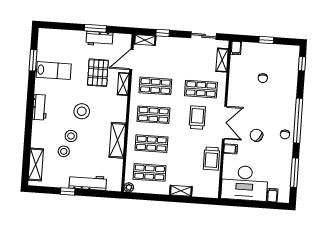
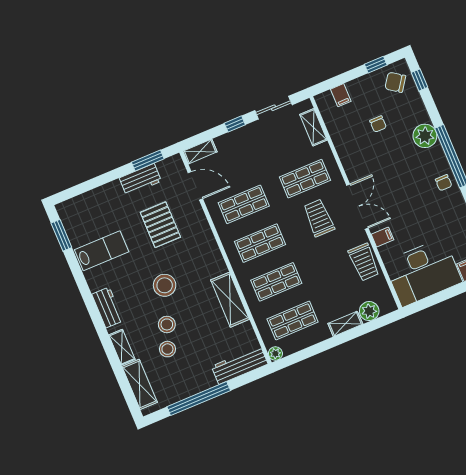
window: (95, 28) -> (148, 161), moved
window: (163, 33) -> (235, 124), moved
window: (266, 40) -> (376, 65), moved
filing cabinet: (236, 48) -> (341, 95), moved
window: (33, 60) -> (61, 235), moved
door: (131, 60) -> (195, 186), swing flipped
shelving: (123, 84) -> (122, 347), moved
plant: (288, 100) -> (425, 136), added
chair: (256, 135) -> (395, 82), moved
workbench: (88, 182) -> (240, 365), moved
plant: (199, 190) -> (369, 311), added
window: (68, 191) -> (199, 399), width x3.17

